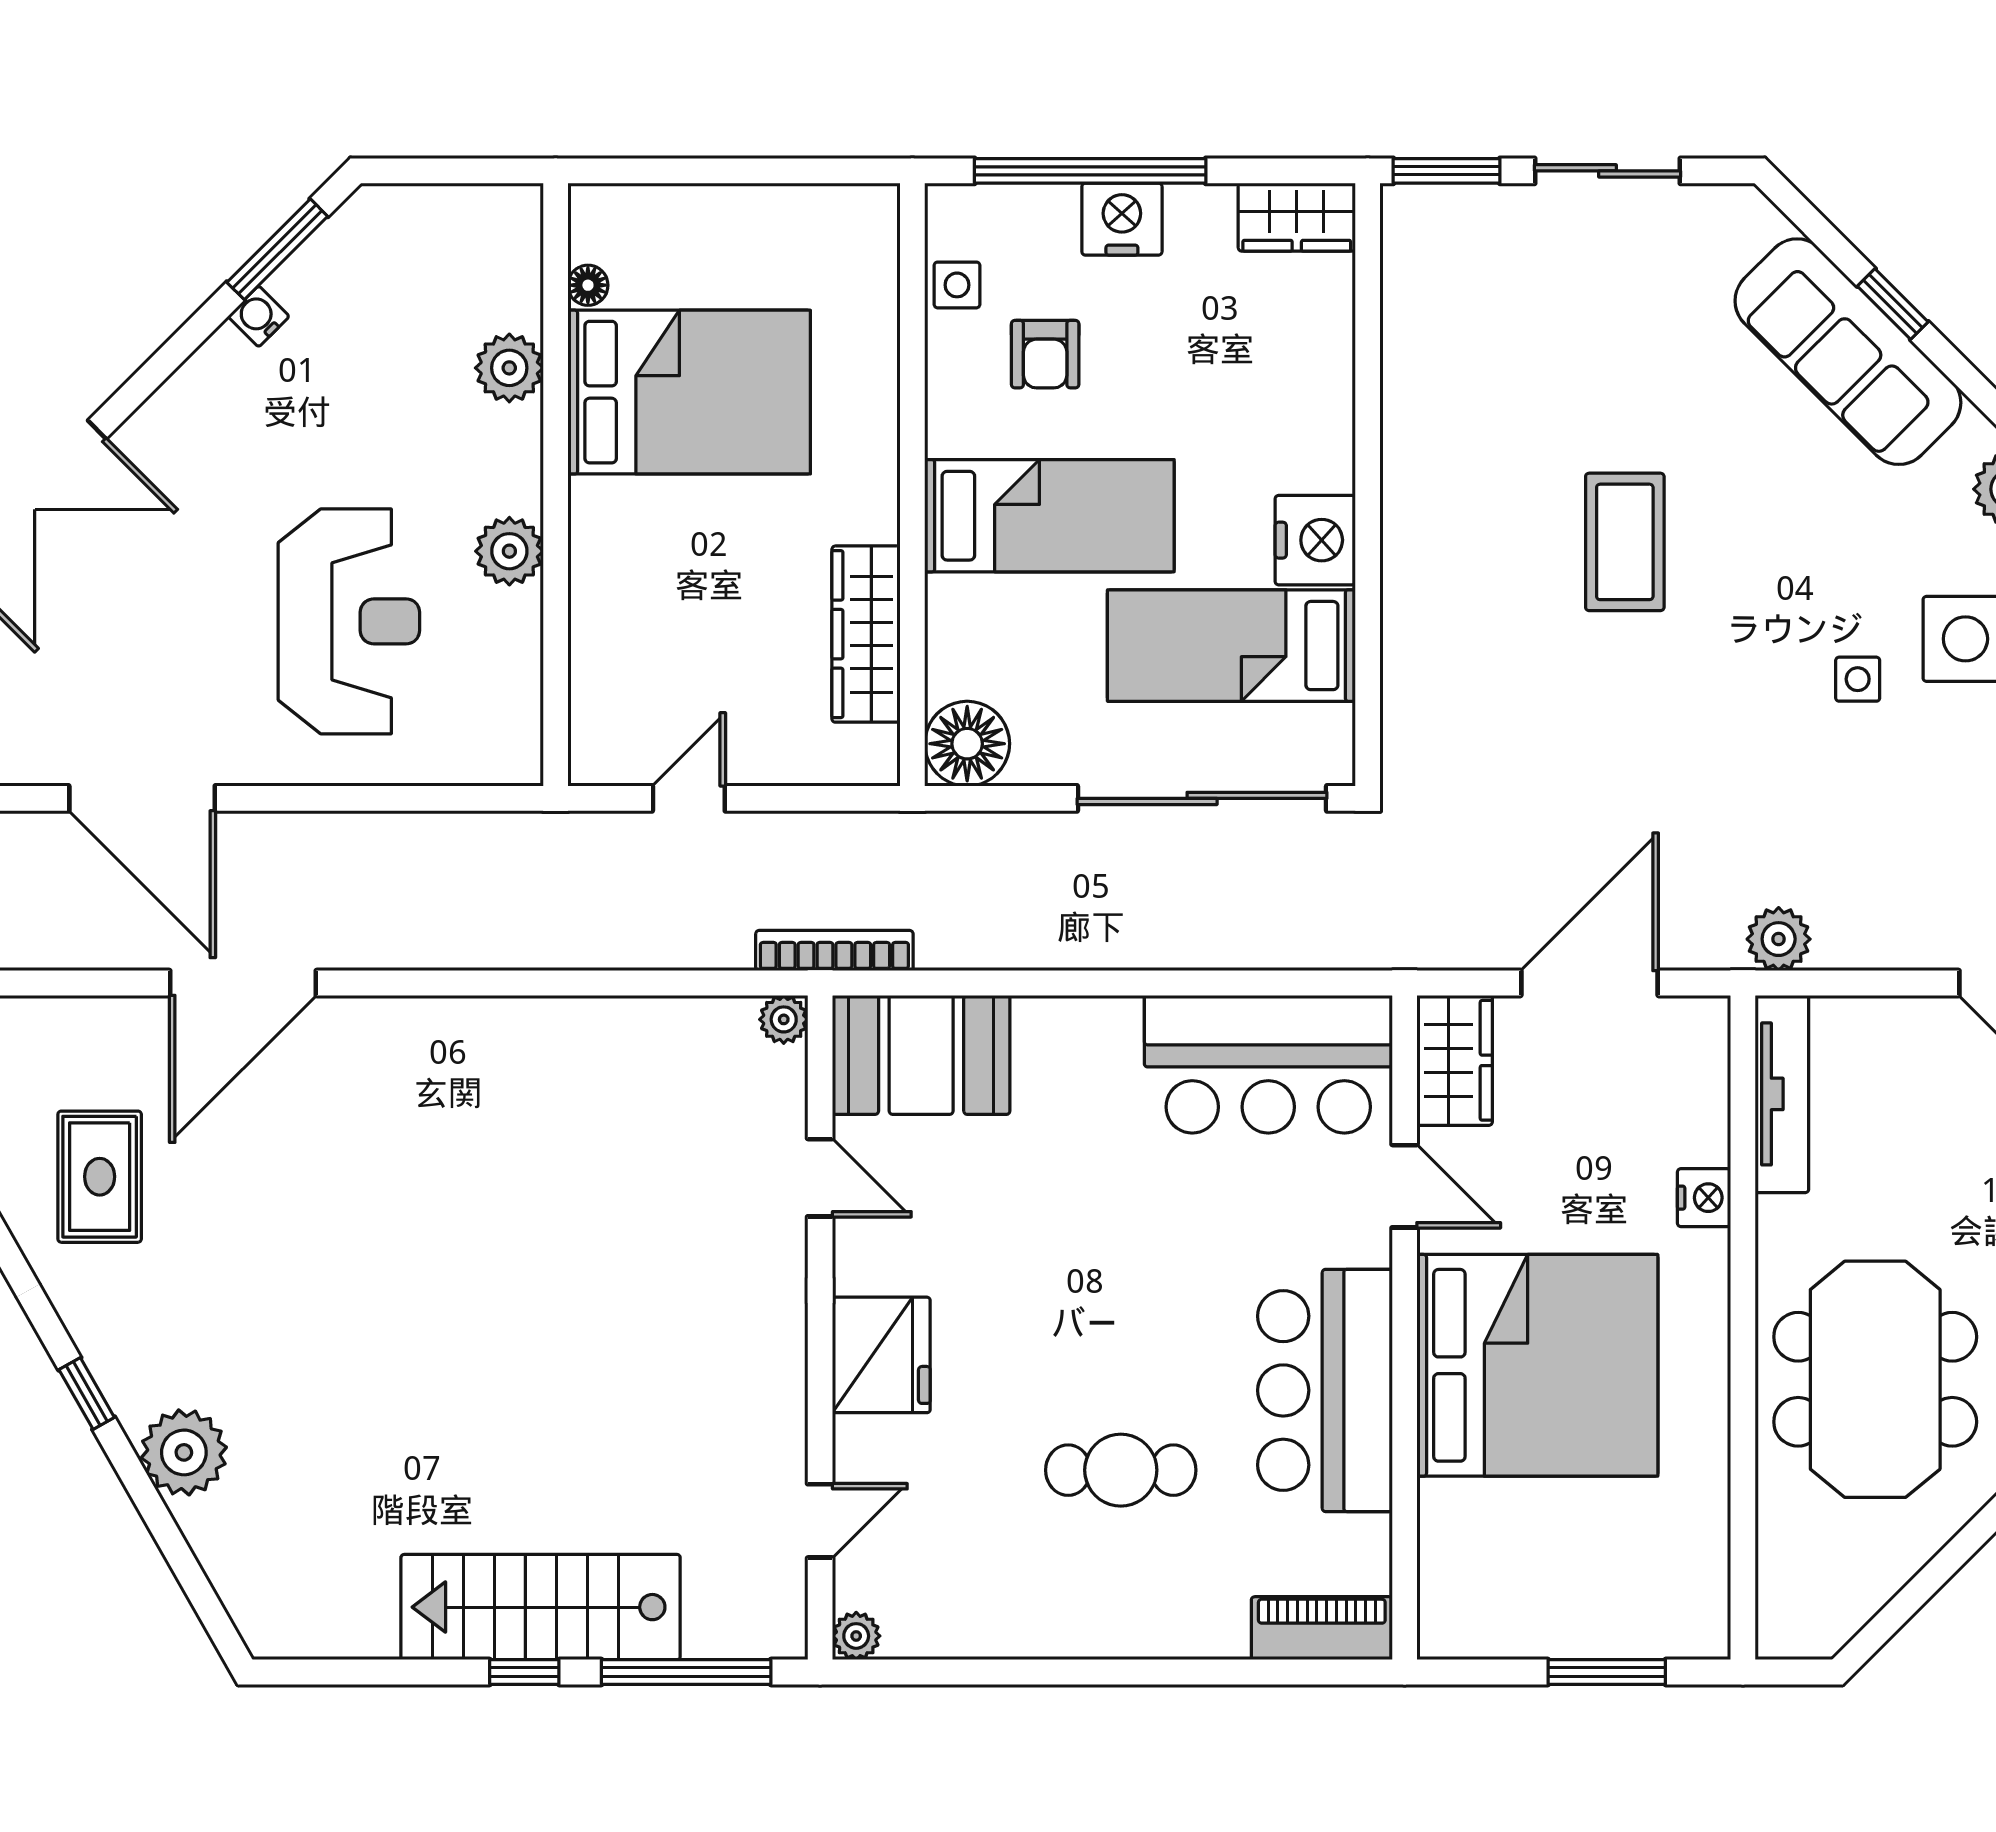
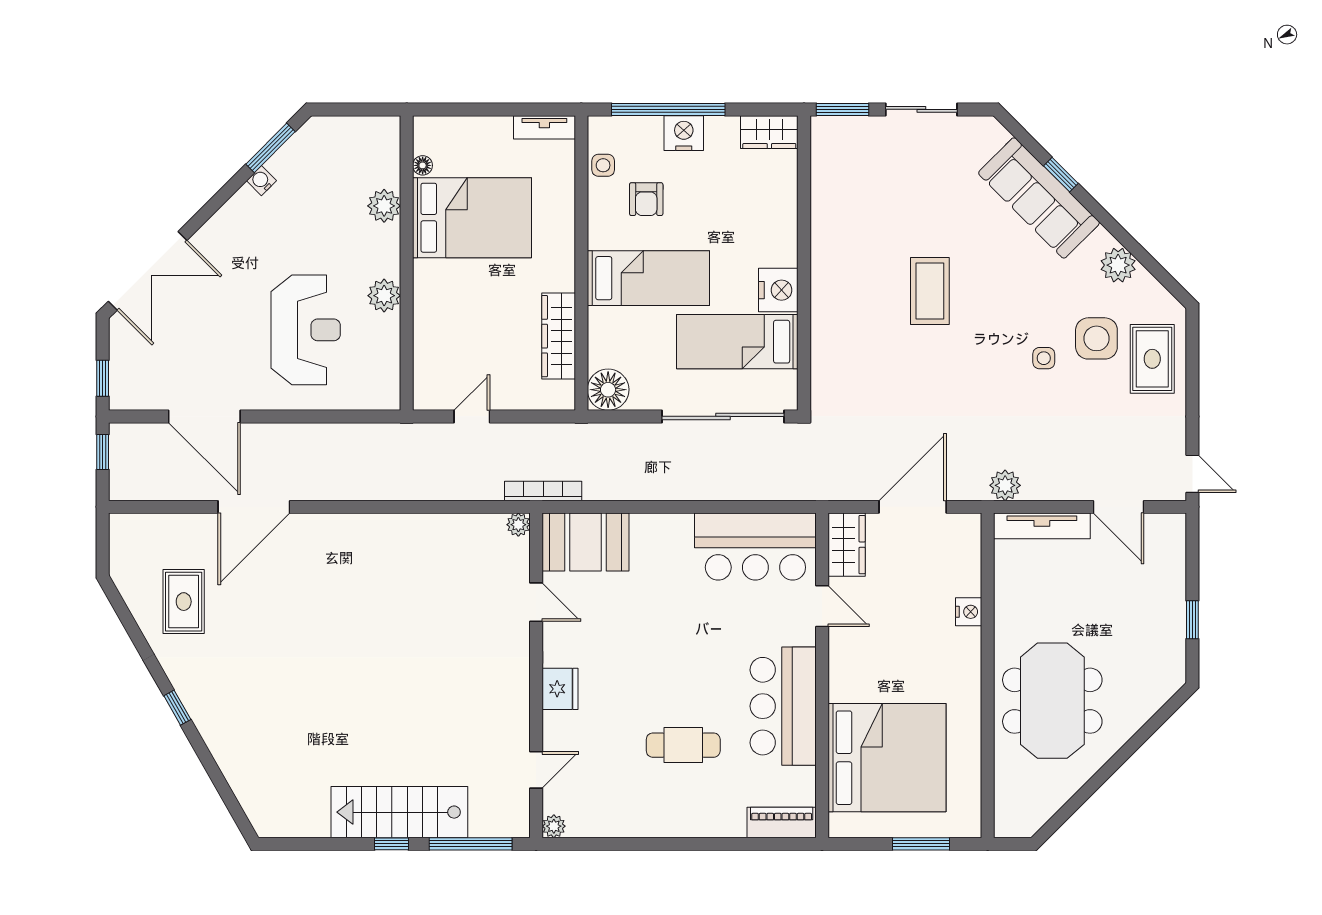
tv unit: (837, 207) -> (544, 127), added
tv unit: (1782, 1094) -> (1042, 526), moved, turned 90
fridge: (881, 1355) -> (560, 689), width x0.73, depth x0.75
bed: (1537, 1365) -> (887, 758), moved
plant: (184, 1452) -> (225, 736), removed

